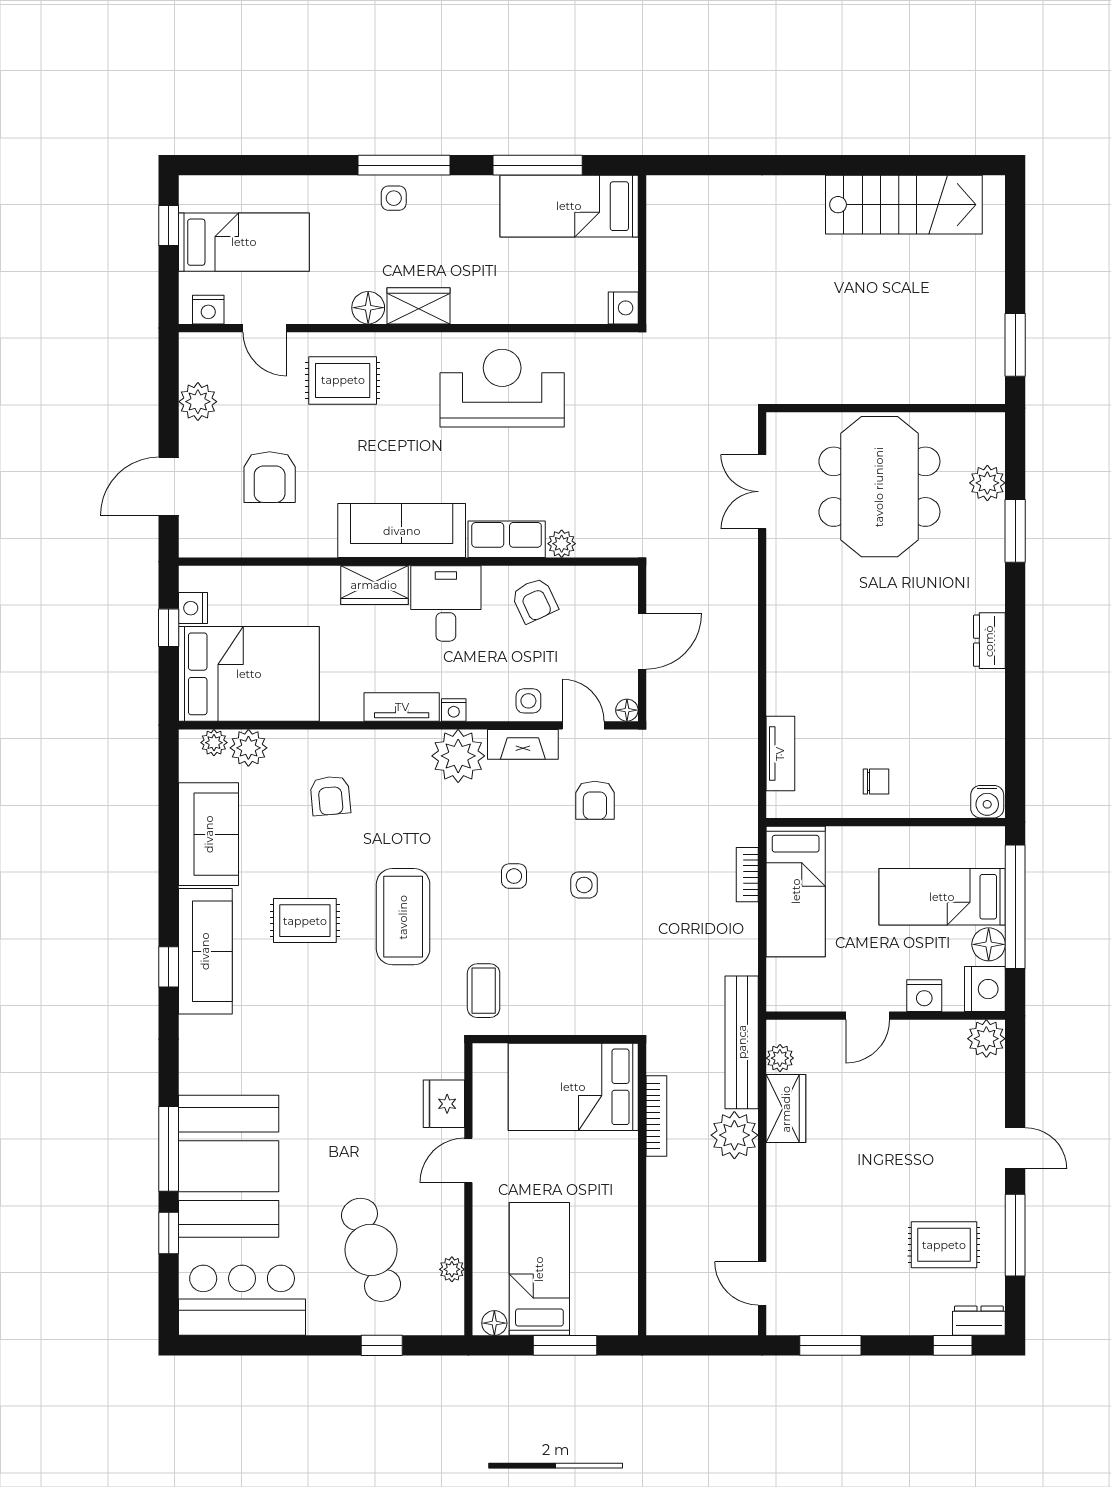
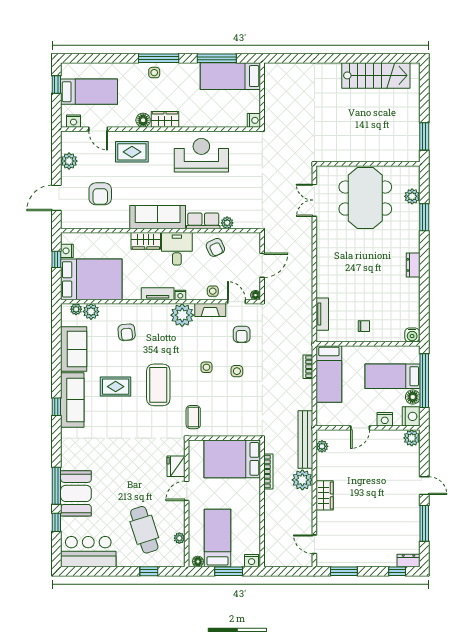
wardrobe: (786, 1109) -> (325, 495), moved
booth: (229, 1166) -> (76, 493), width x0.73, depth x0.70
rug: (944, 1245) -> (393, 527), removed
nightstand: (618, 1321) -> (252, 561), added

